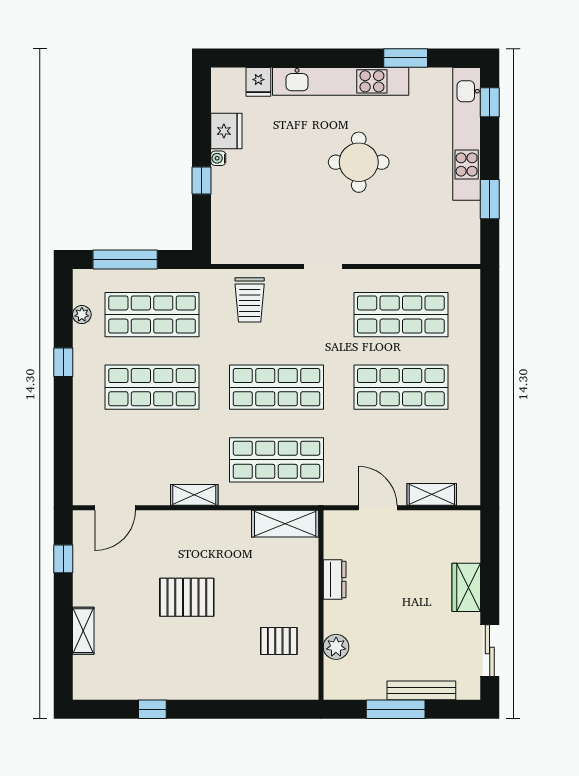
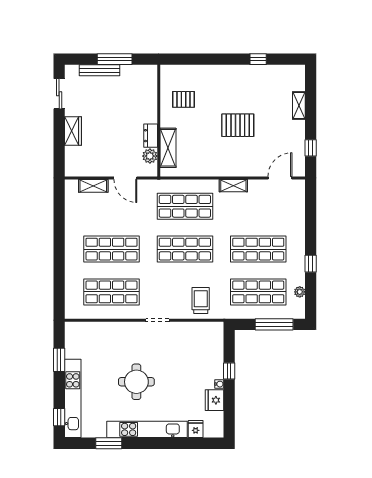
shelving: (285, 524) -> (168, 148), moved, turned 90
plant: (336, 647) -> (150, 156), moved

